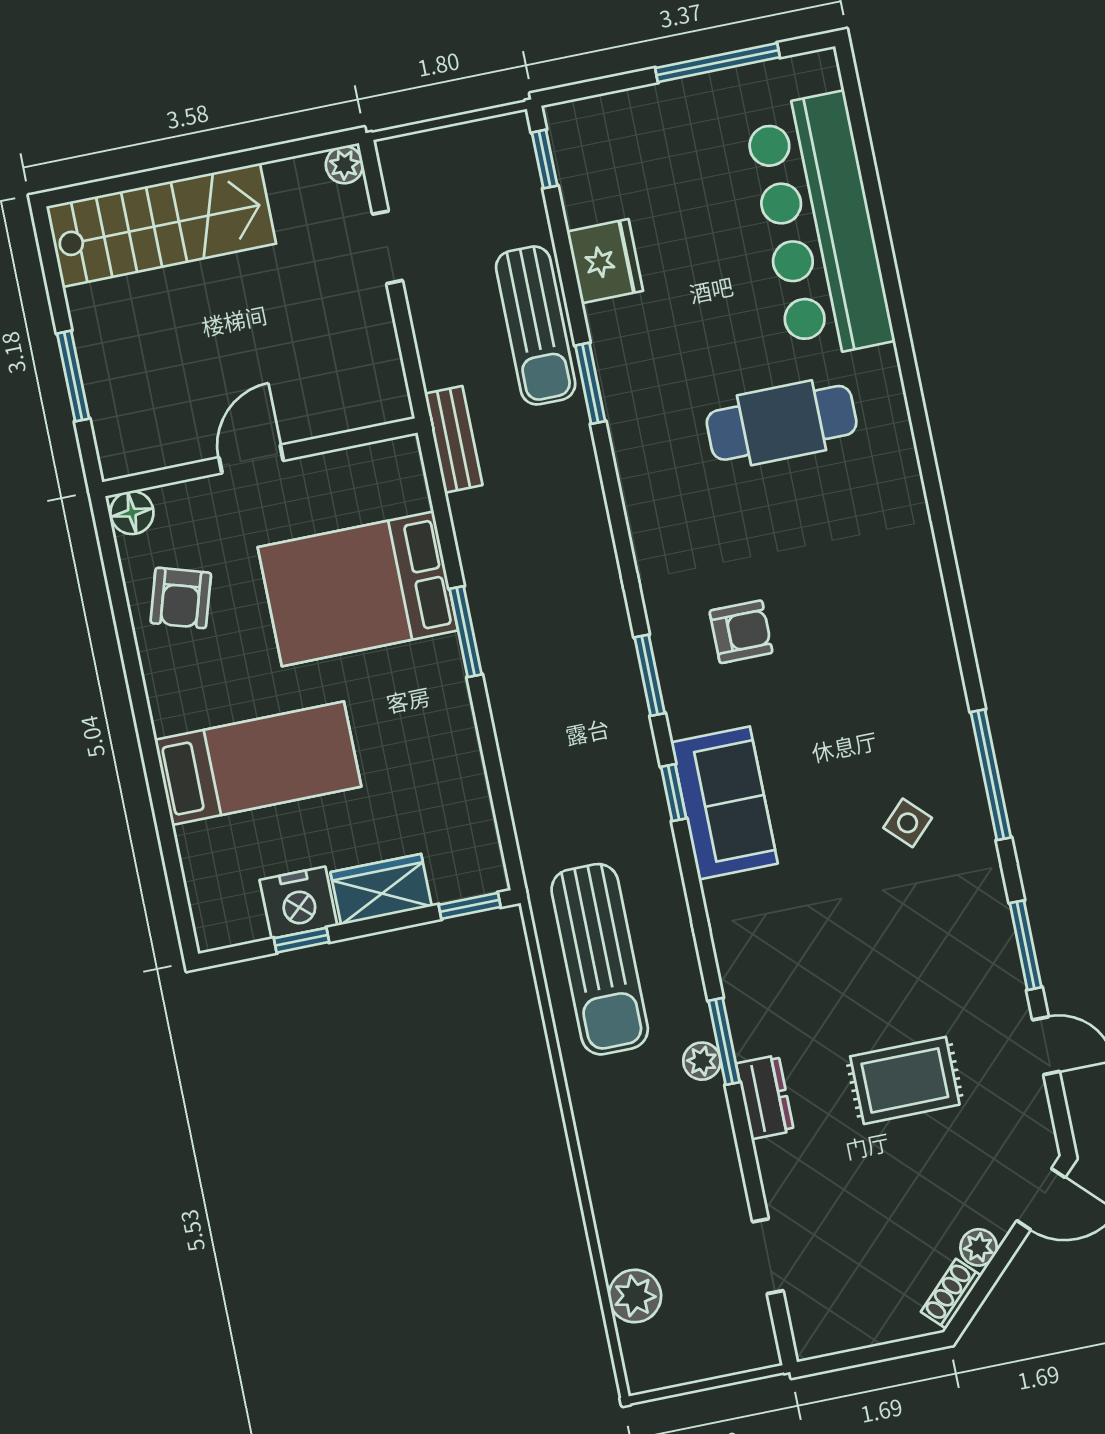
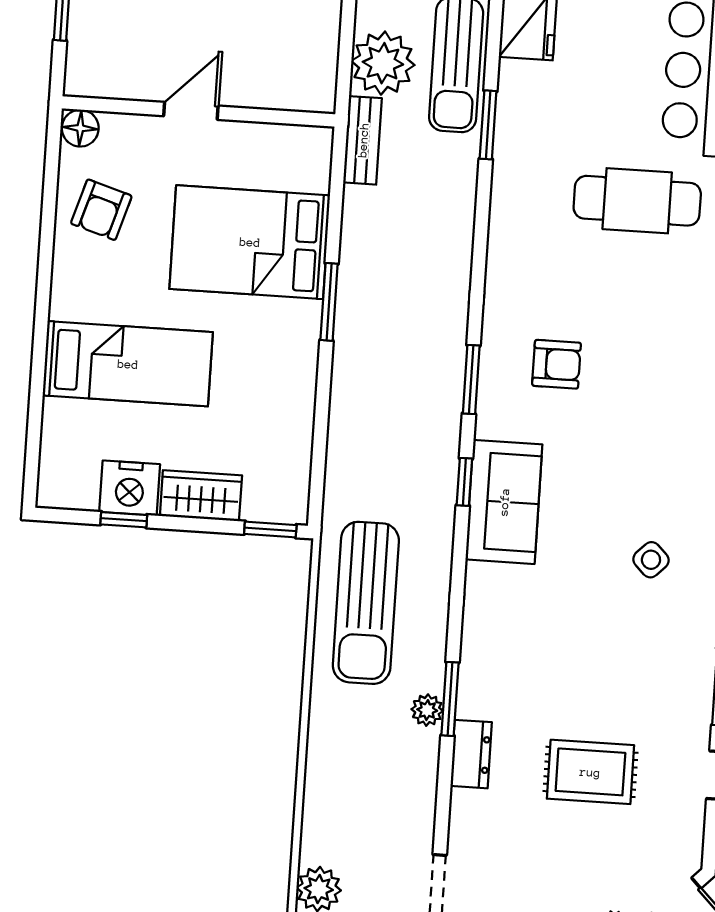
plant: (453, 346) -> (383, 63), added

